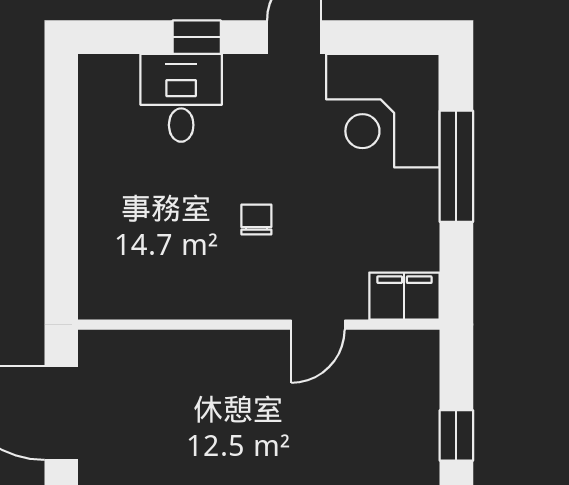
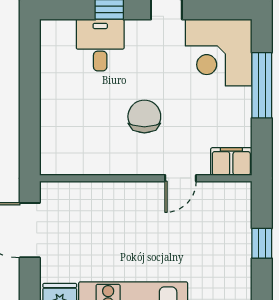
chair: (256, 219) -> (144, 116), width x1.87, depth x1.87

